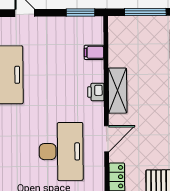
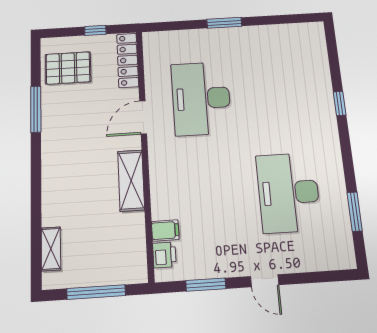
window: (81, 12) -> (206, 285), moved
printer: (96, 92) -> (164, 255), moved

